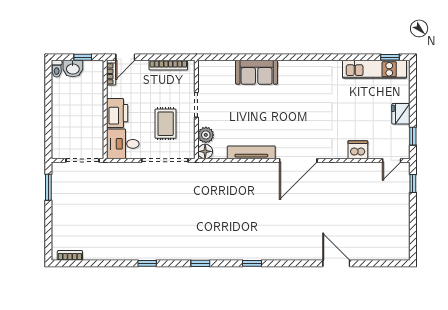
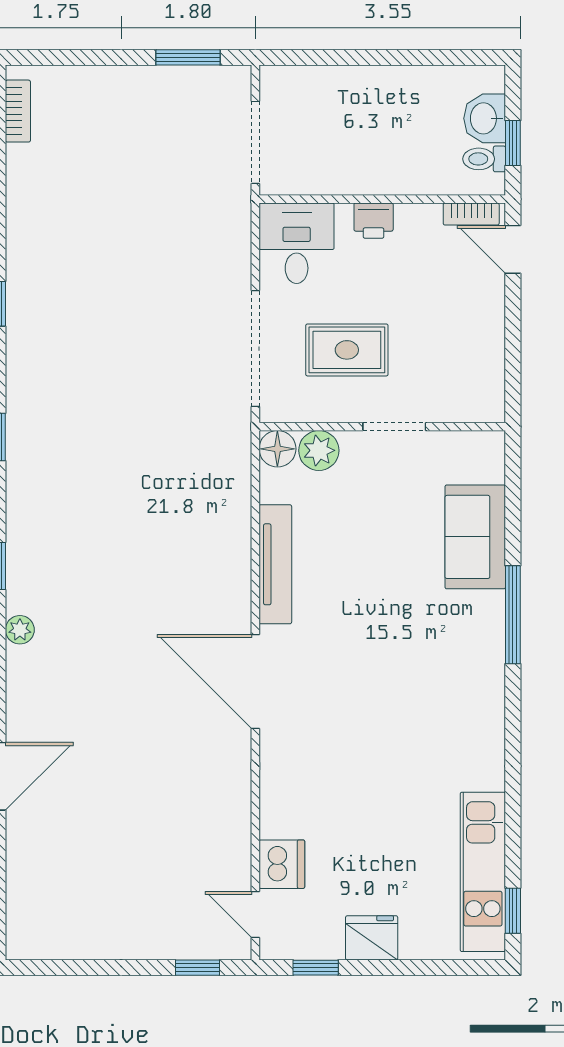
window: (272, 57) -> (513, 615), added
bookcase: (168, 65) -> (493, 357), removed
toilet: (57, 69) -> (484, 159), moved
sofa: (257, 72) -> (475, 537), moved
printer: (117, 113) -> (374, 221), width x0.53, depth x0.68
dishwasher: (358, 150) -> (282, 864), moved
plant: (278, 255) -> (20, 630), added

